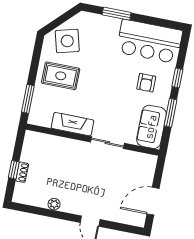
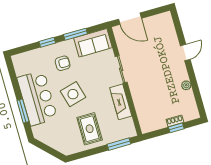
side table: (67, 41) -> (73, 94), moved
bar counter: (149, 41) -> (37, 98), moved
door: (153, 201) -> (130, 19), moved

